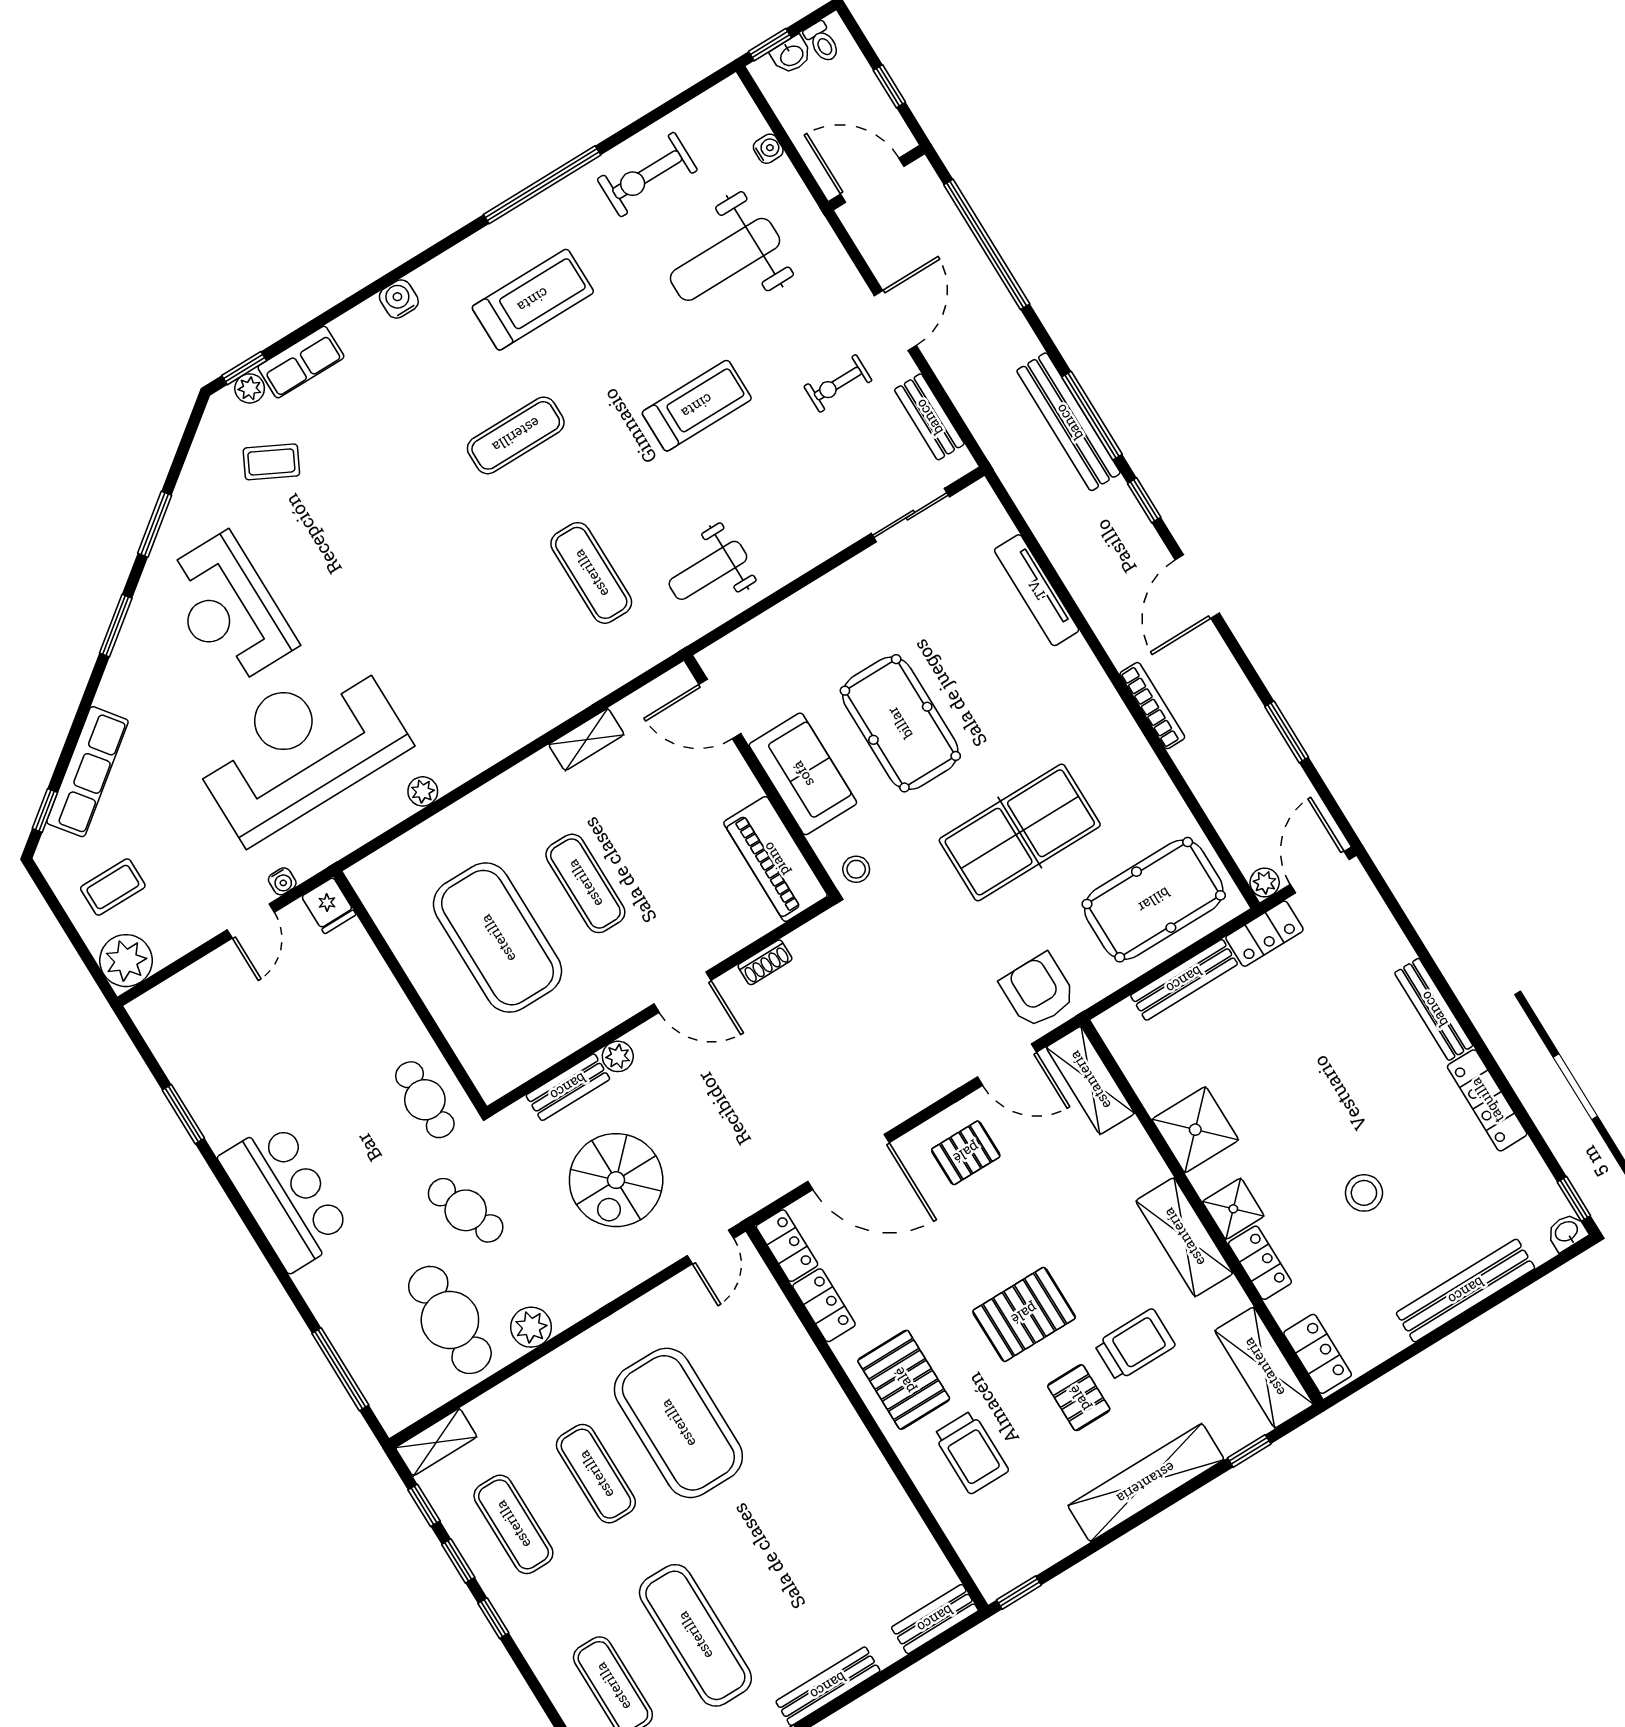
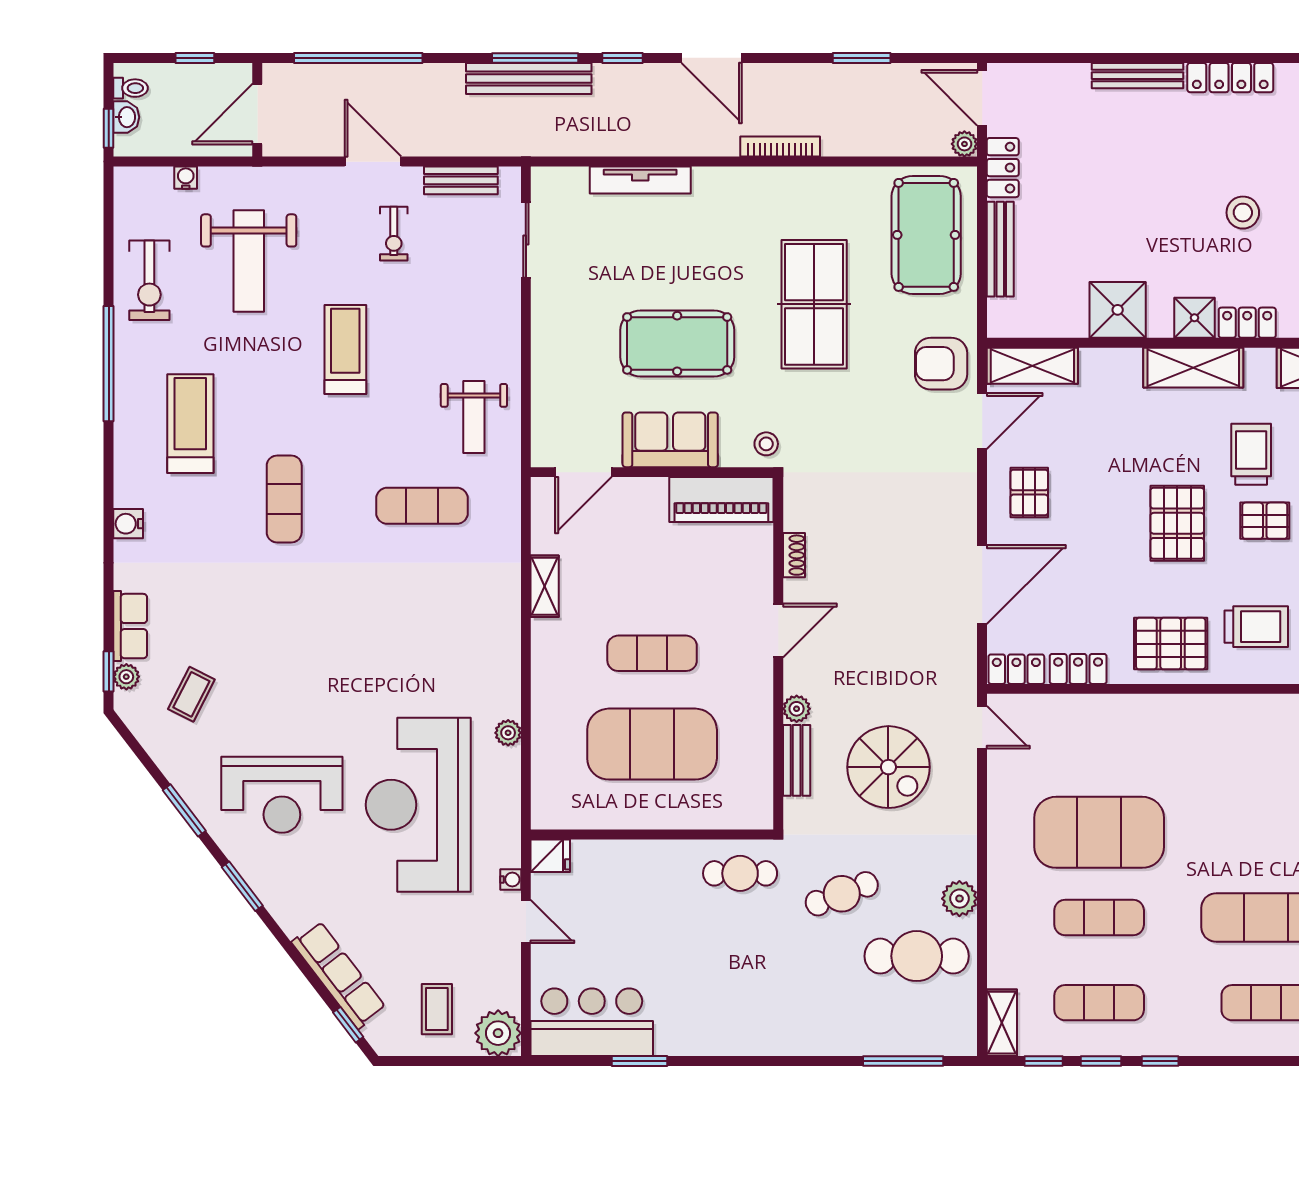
bar counter: (285, 1196) -> (592, 1022), moved

